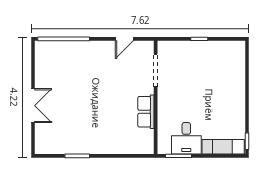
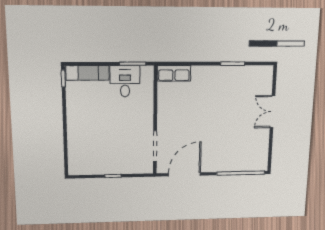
door: (124, 39) -> (184, 174), width x1.88
row of seats: (146, 112) -> (174, 73), moved, turned 90

